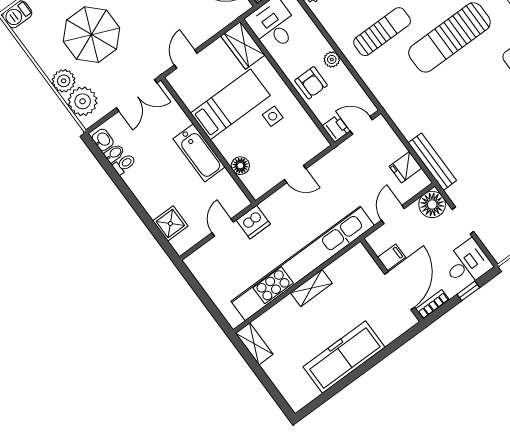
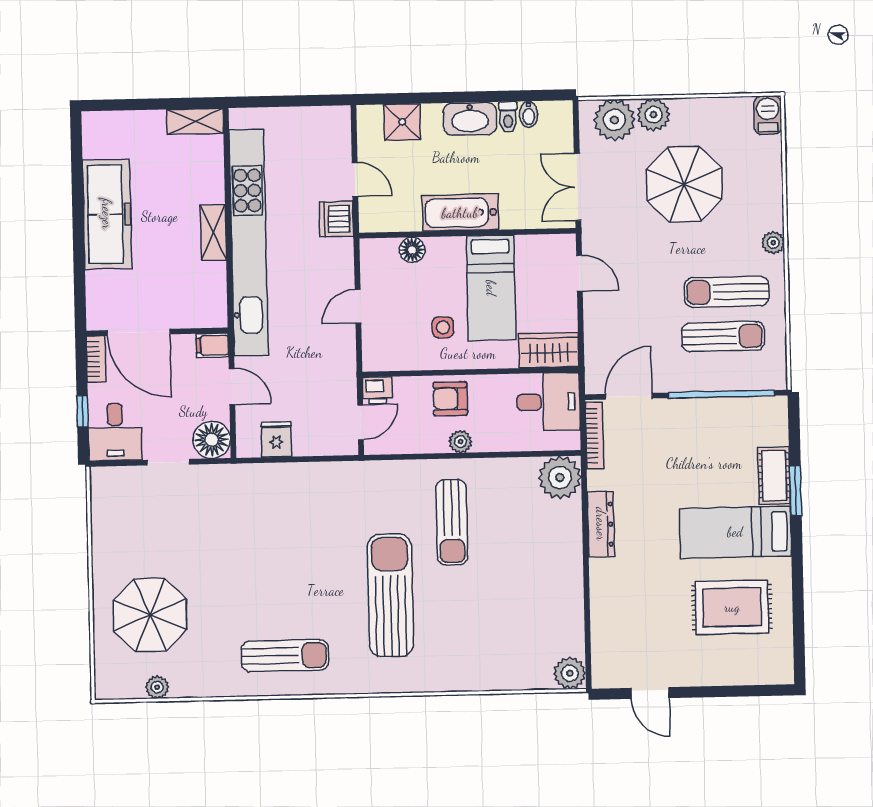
washbasin: (103, 140) -> (470, 119), moved, width x1.91, depth x1.45
bench: (432, 162) -> (261, 475), removed
filing cabinet: (391, 257) -> (212, 345), moved, turned 90

